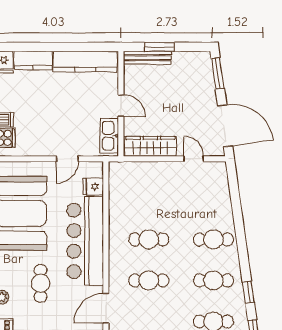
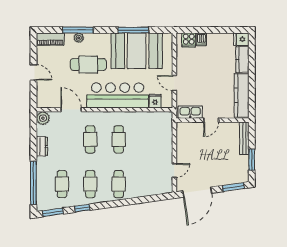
window: (159, 47) -> (252, 160), moved
wardrobe: (150, 146) -> (183, 141), removed
cafe table: (41, 283) -> (88, 65), width x1.37, depth x1.35

